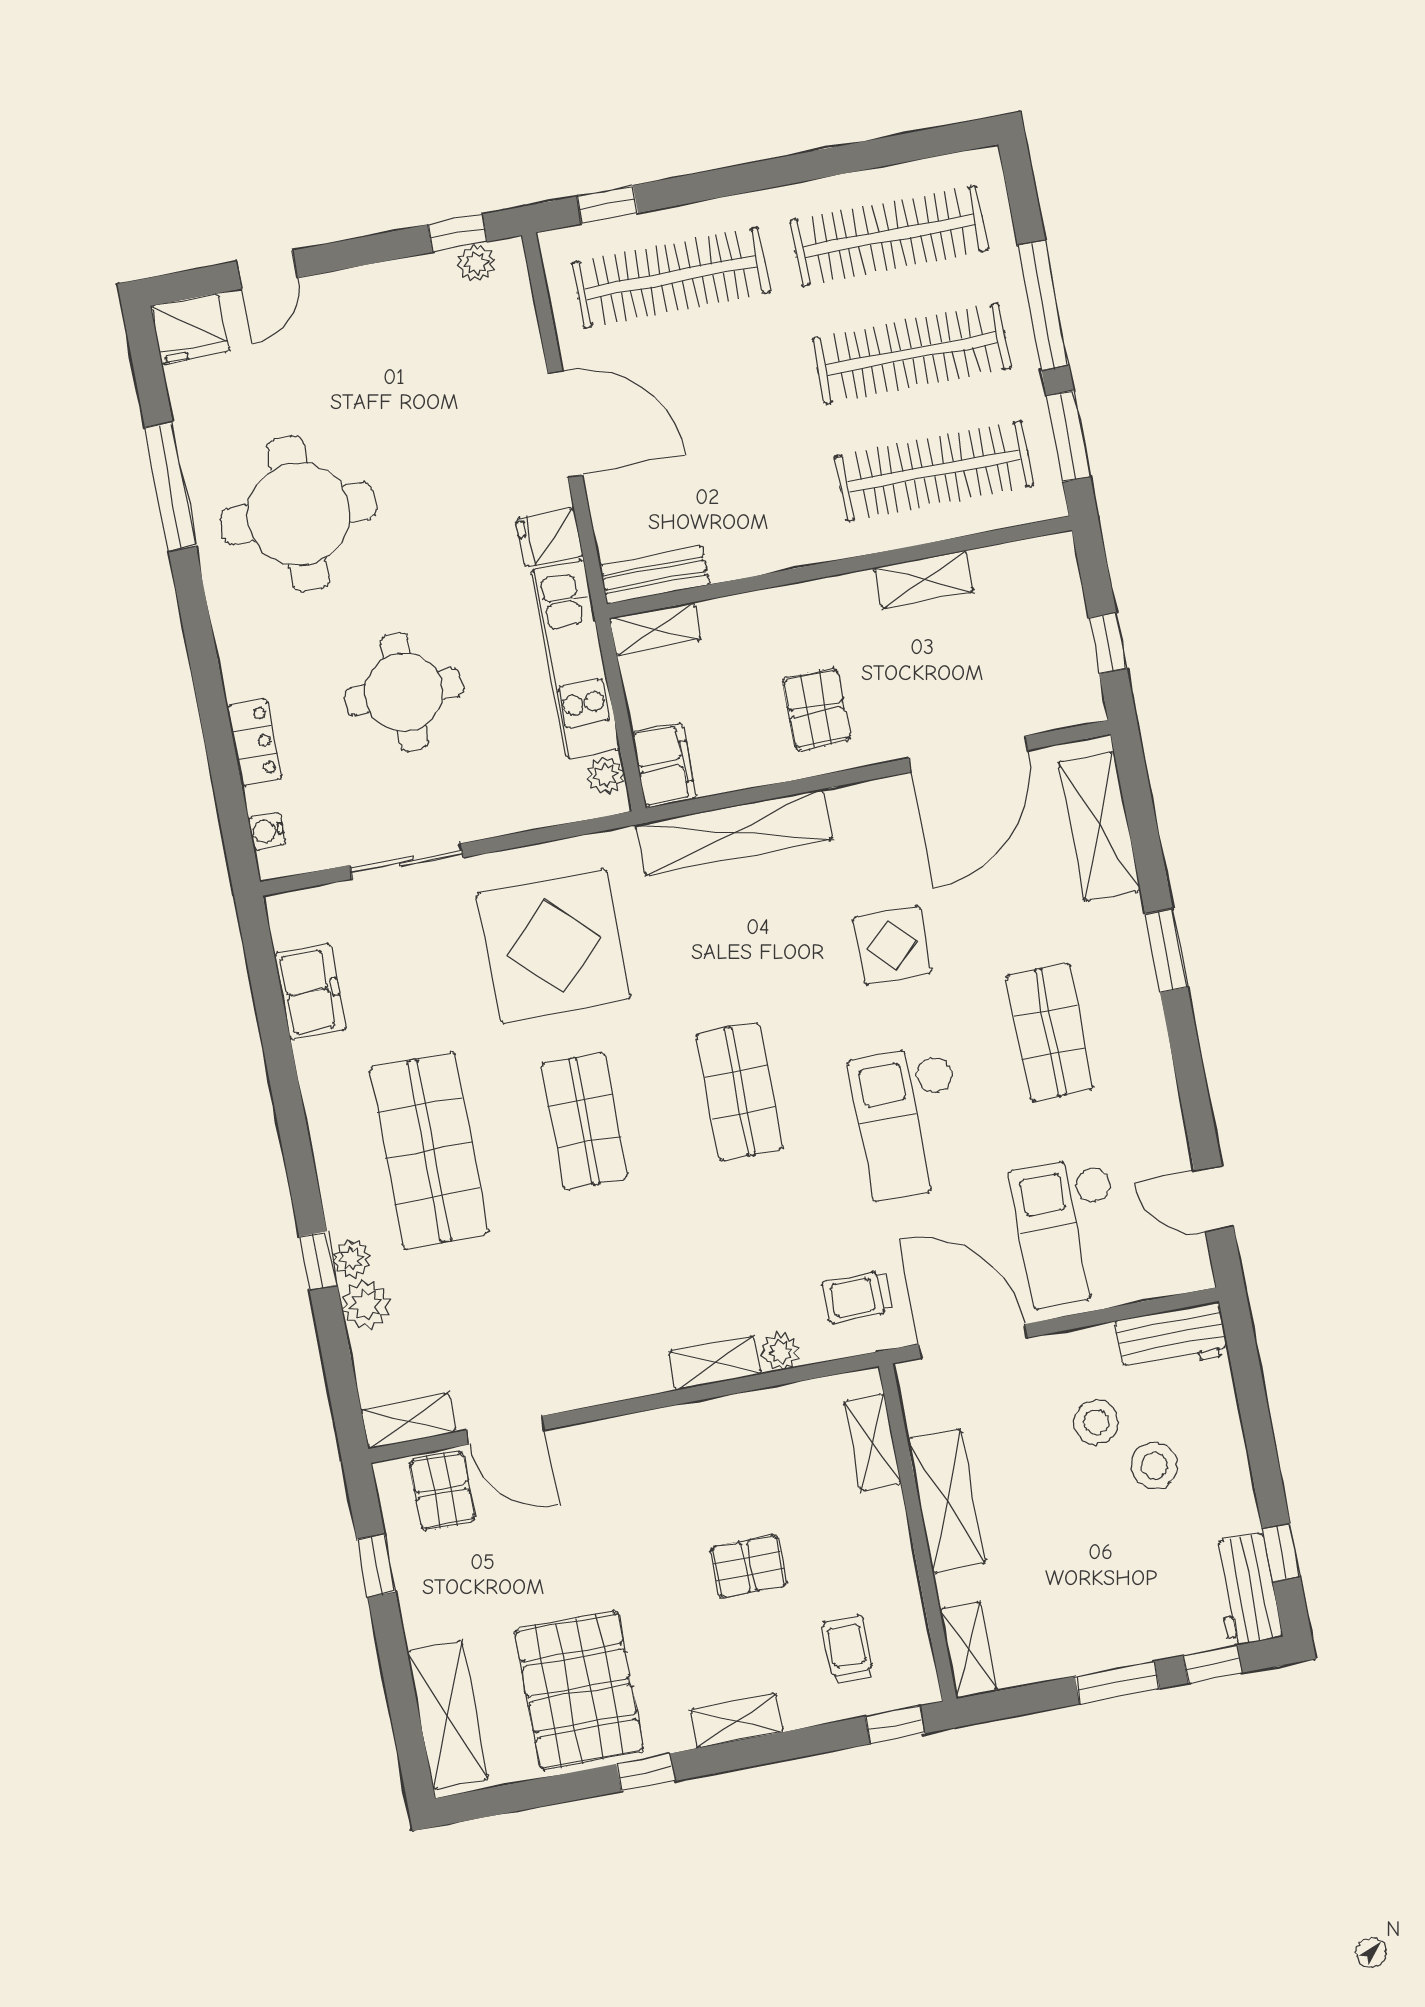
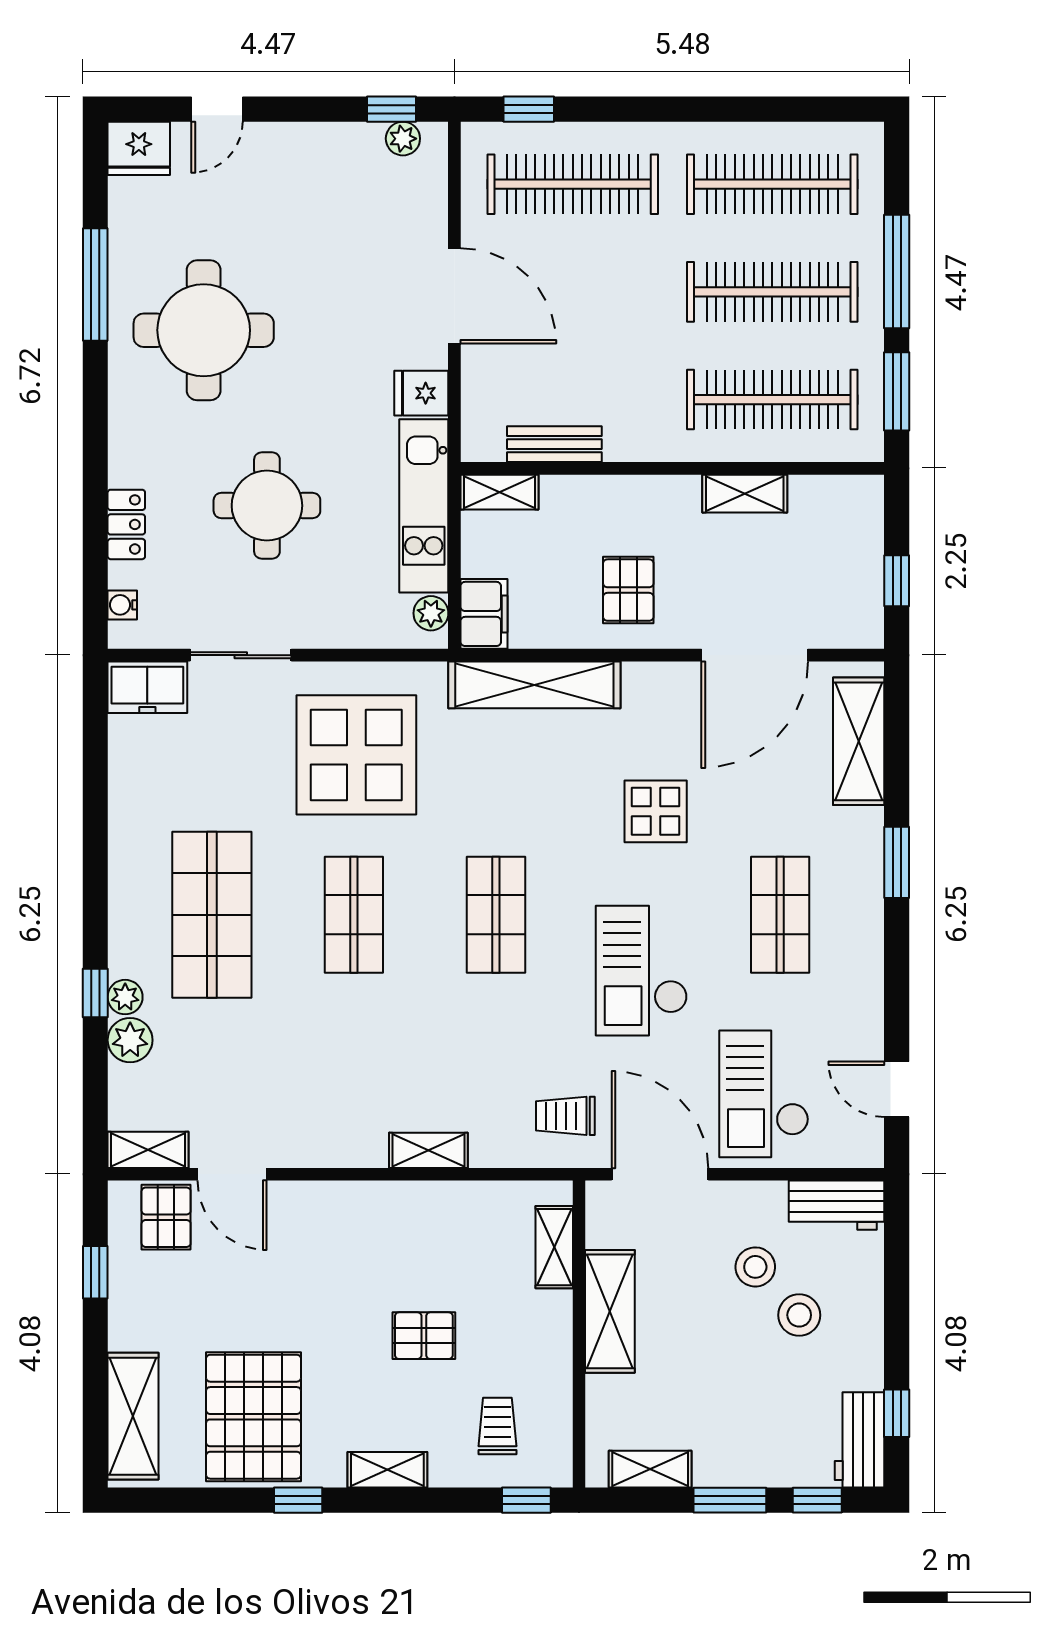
bench: (654, 575) -> (554, 444), moved
freezer: (310, 991) -> (147, 687), moved, turned 90
plant: (780, 1351) -> (488, 1151), removed
shelving: (968, 1650) -> (650, 1469), moved, turned 90

